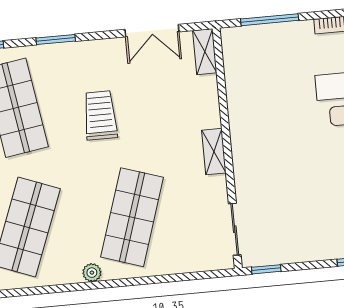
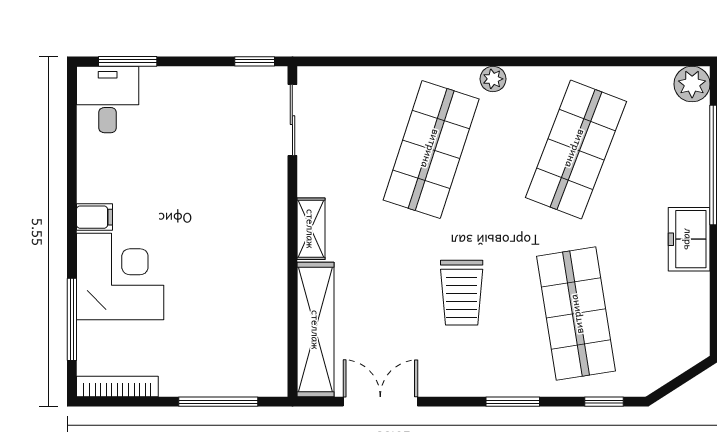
shelving: (205, 52) -> (316, 330), width x2.20, depth x1.33

